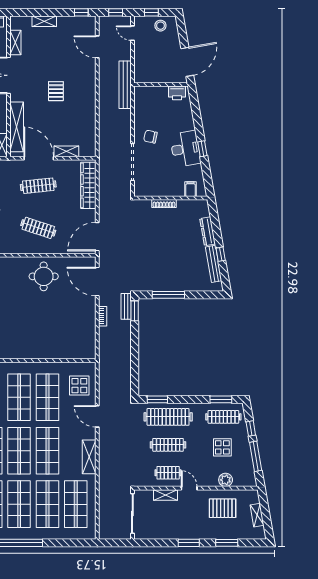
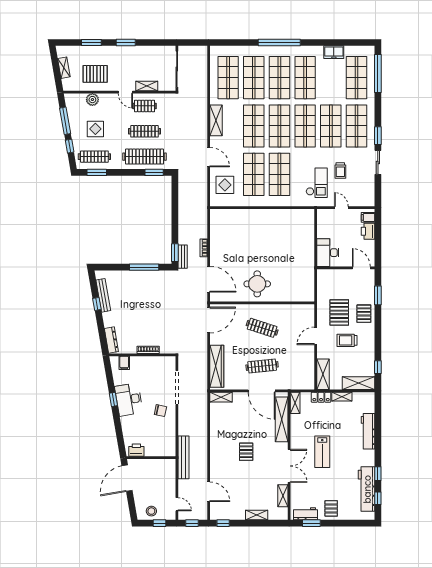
shelving: (66, 151) -> (221, 397), moved
dresser: (208, 231) -> (111, 340), moved

